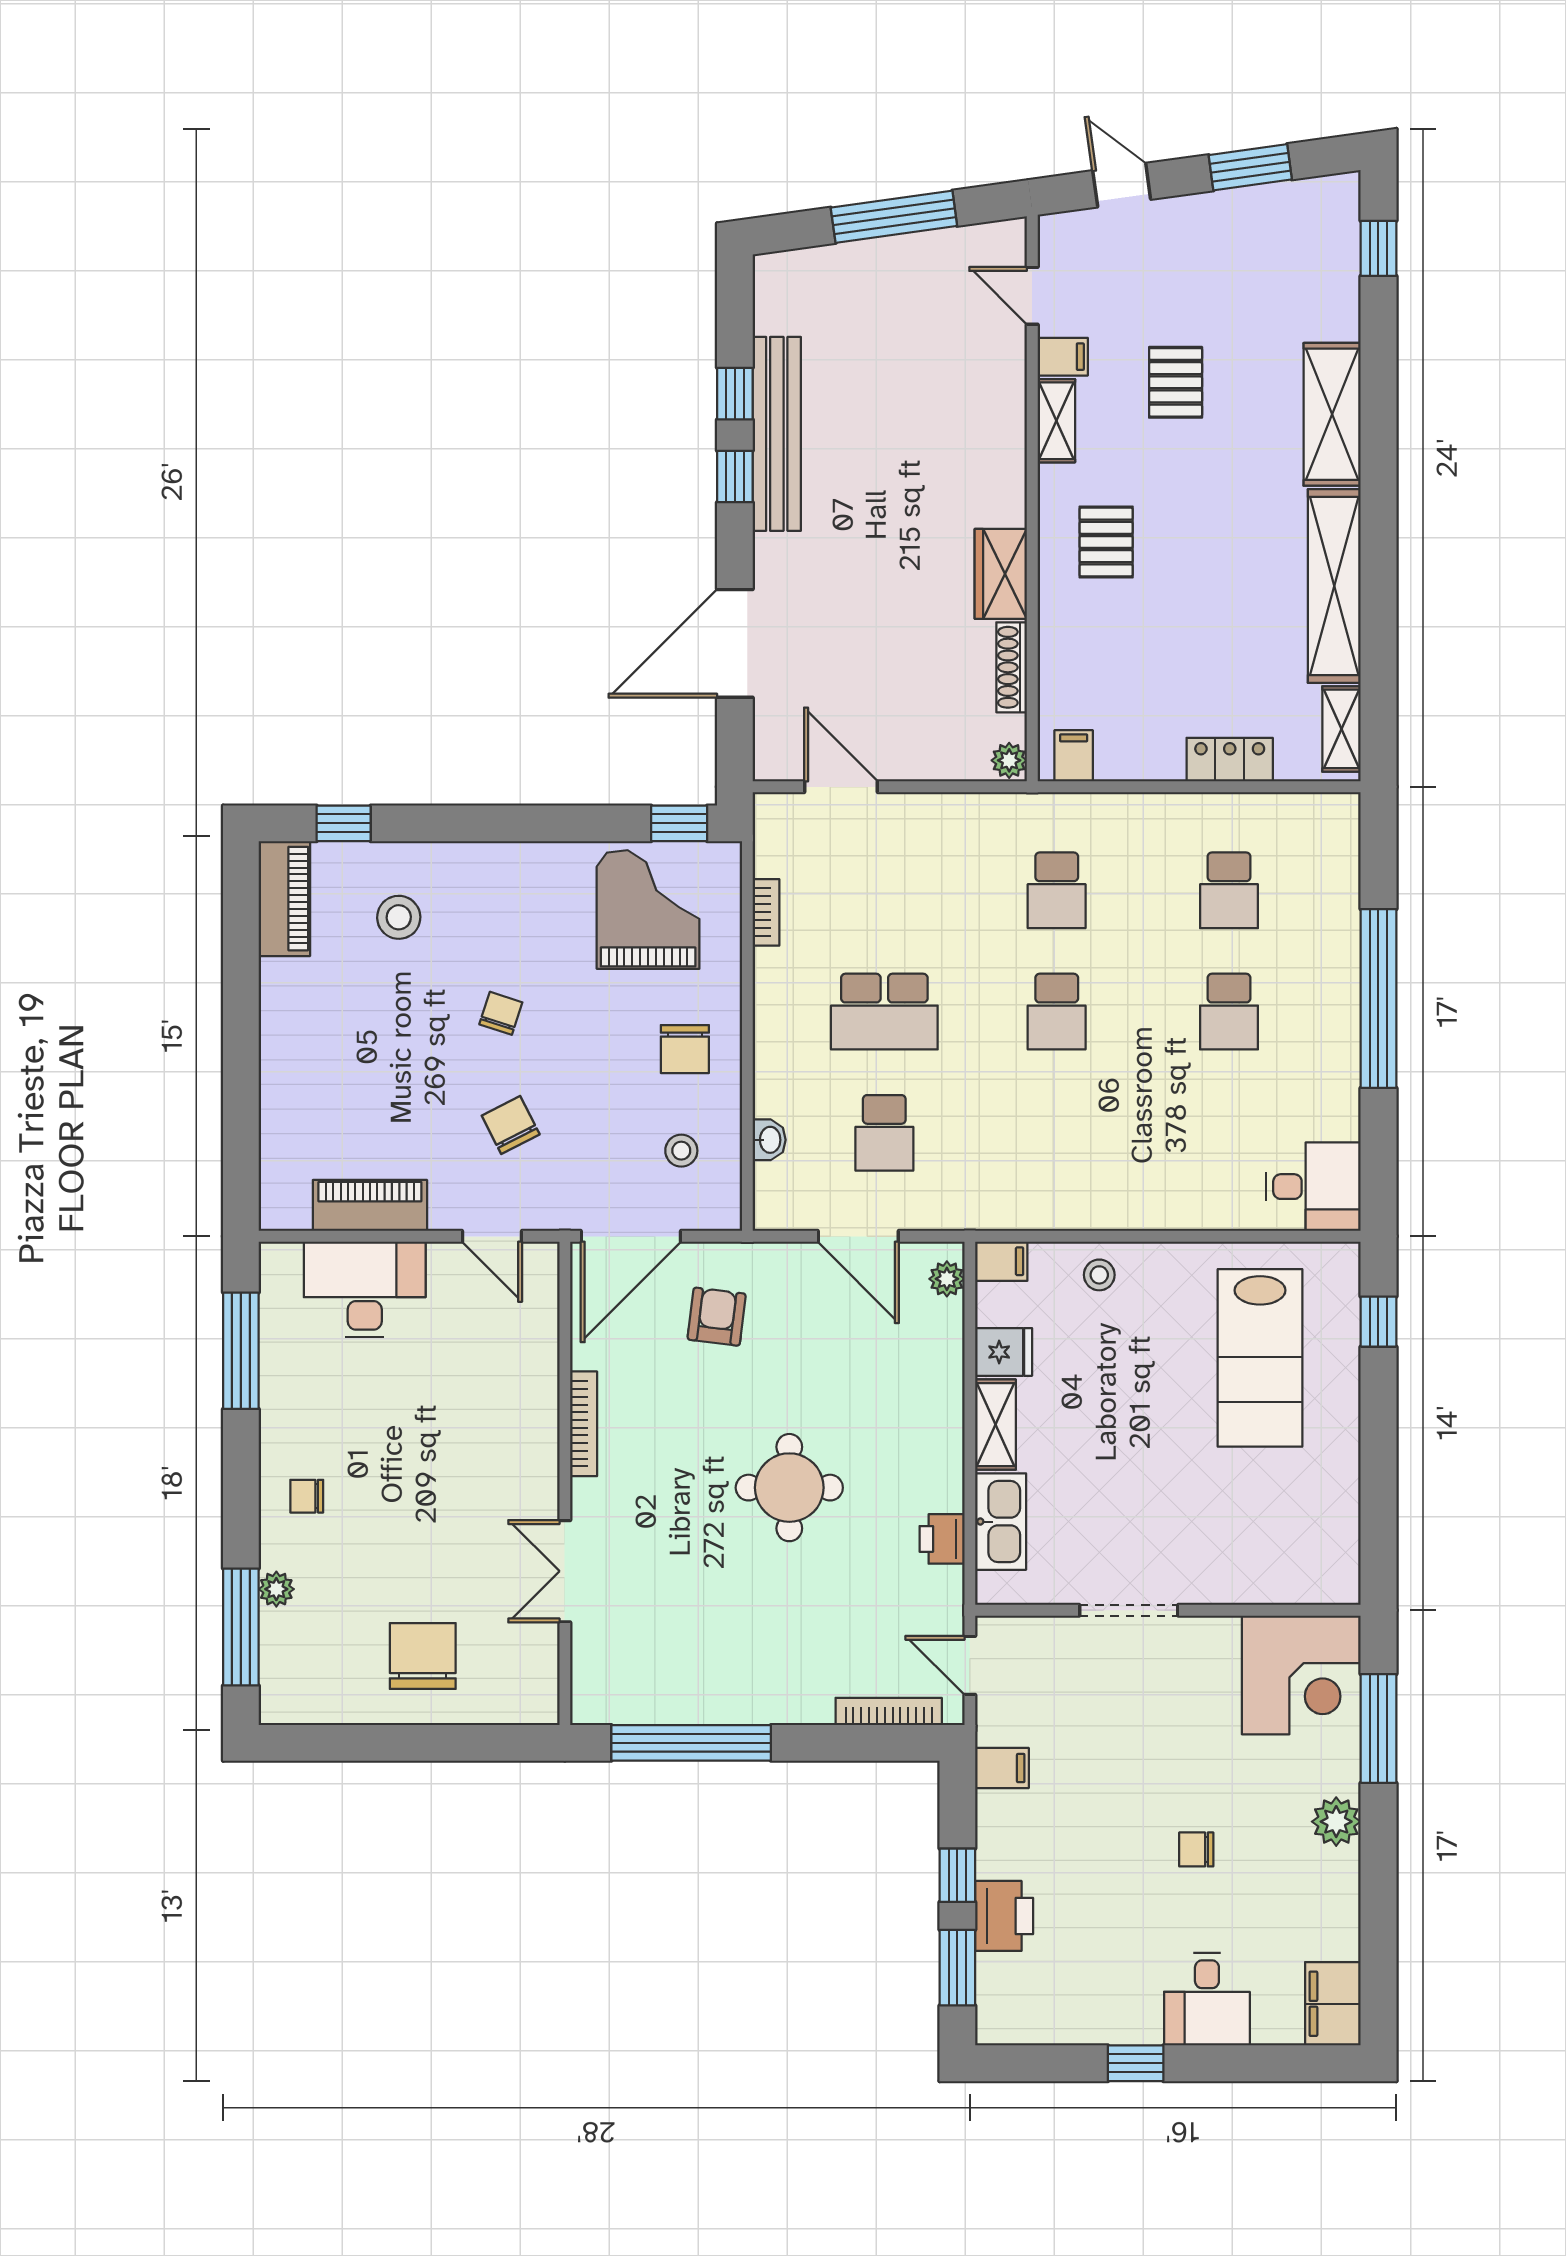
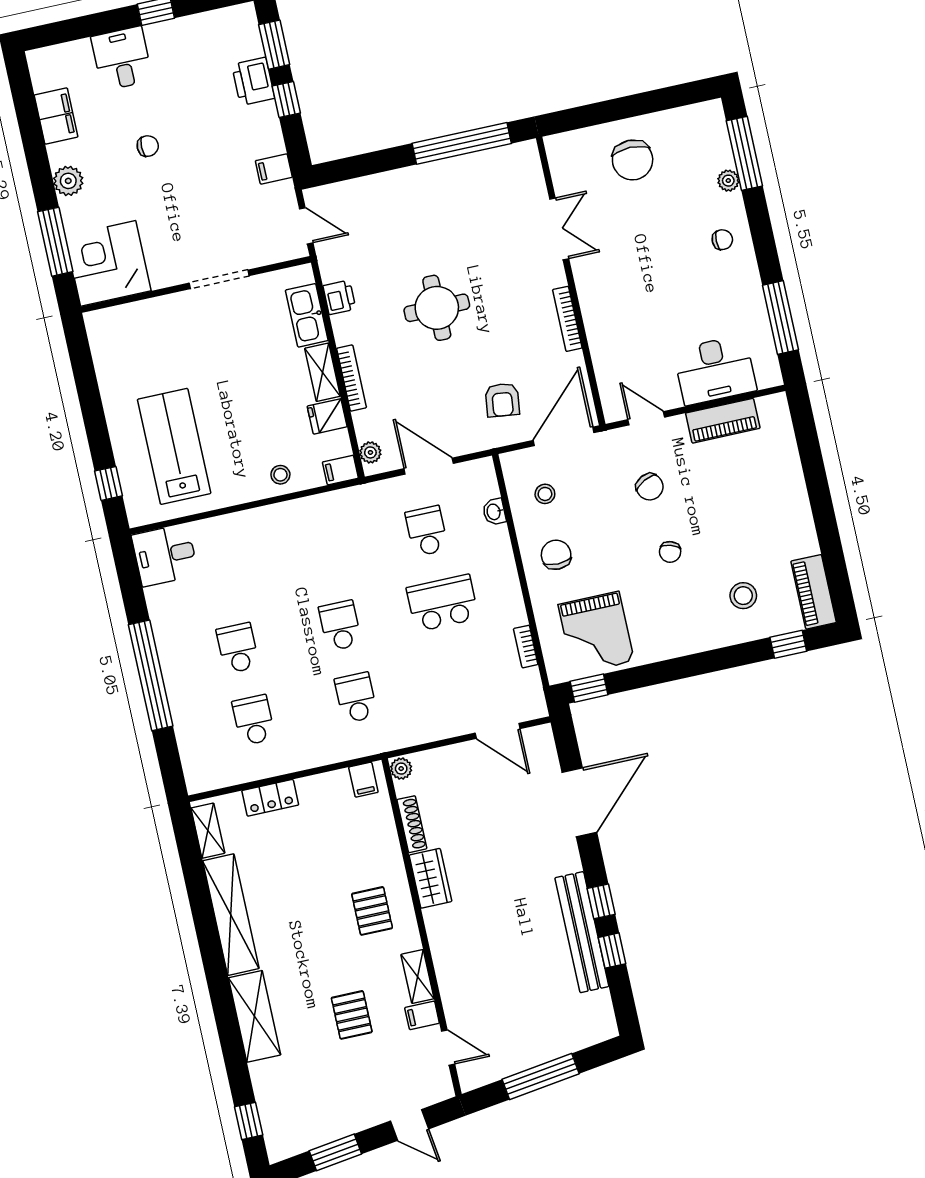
bookcase: (889, 1711) -> (352, 378), moved, turned -90
filing cabinet: (1333, 2004) -> (56, 116), moved

